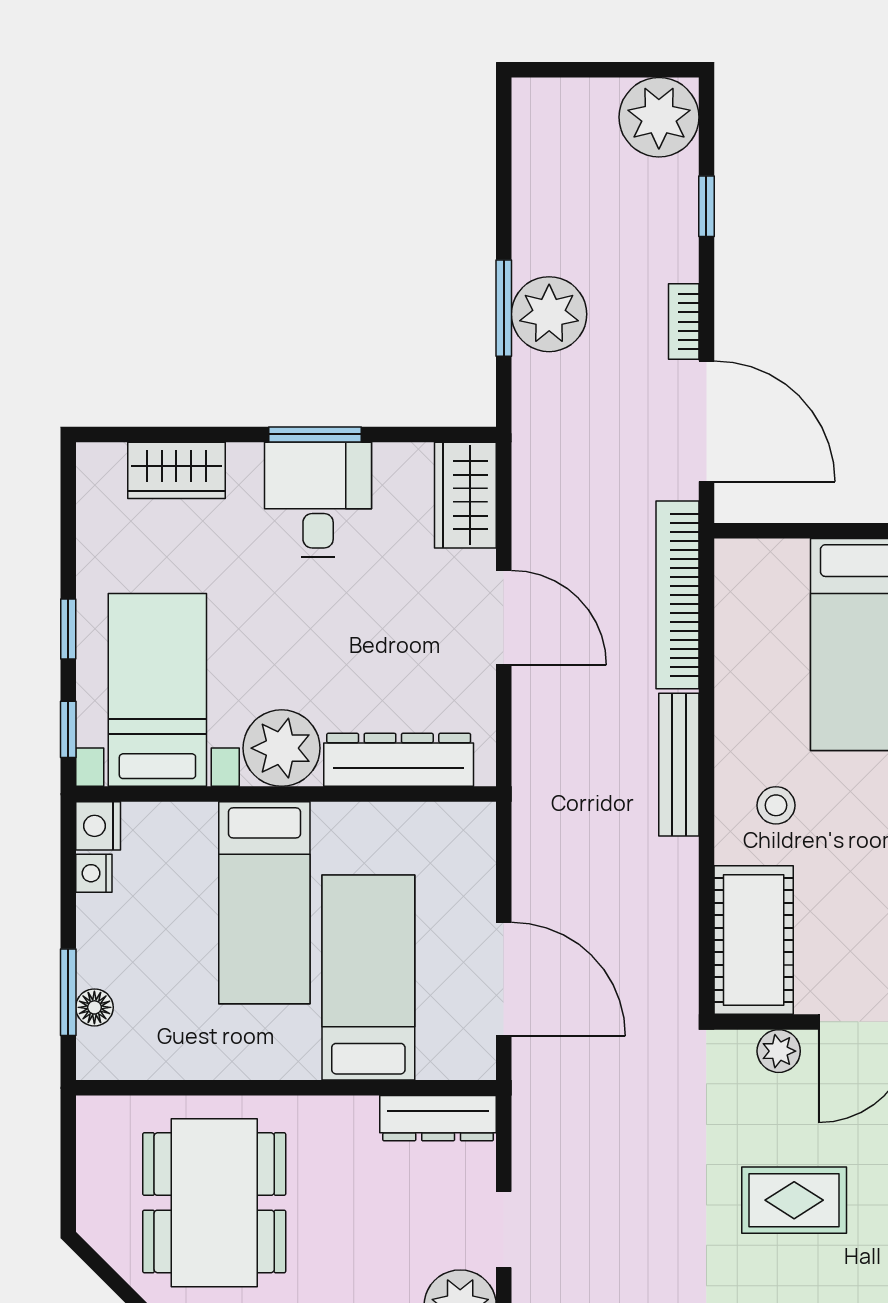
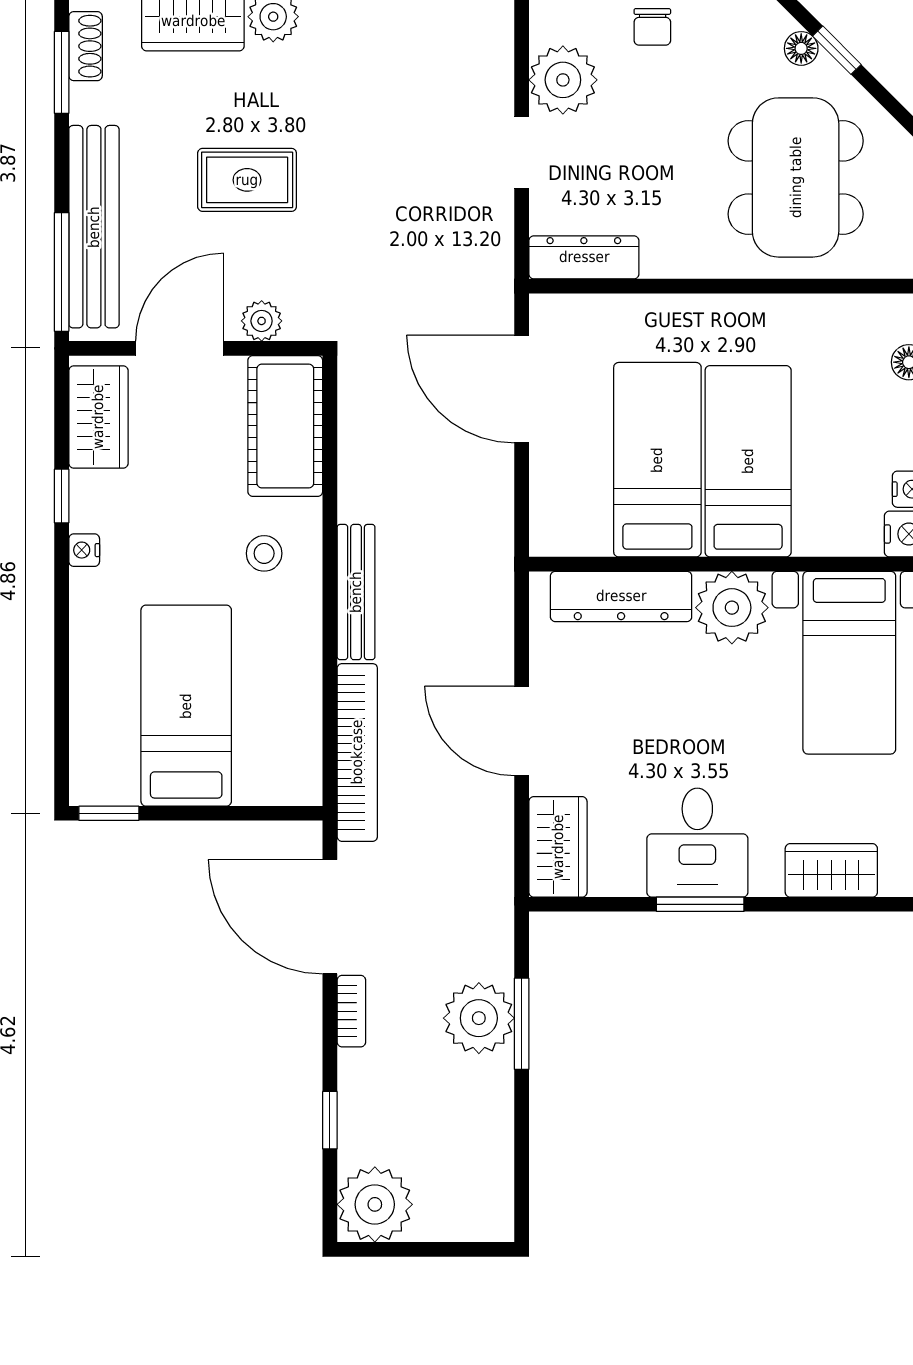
bed: (368, 977) -> (657, 460), moved, turned 180

